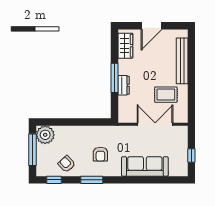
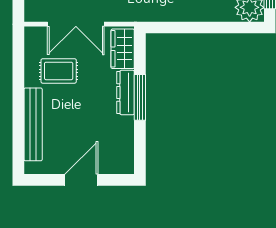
wardrobe: (125, 46) -> (123, 49), moved
dresser: (124, 85) -> (126, 93), width x1.44

